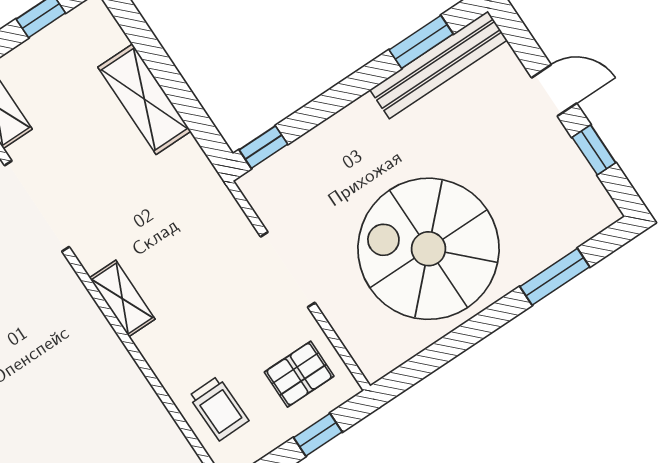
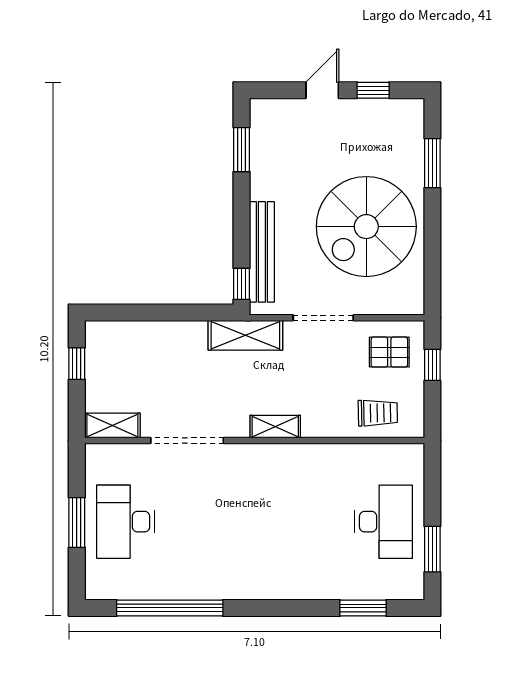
bench: (439, 65) -> (262, 252), moved
shelving: (144, 99) -> (245, 335), moved
pallet: (299, 374) -> (389, 352), turned 90

